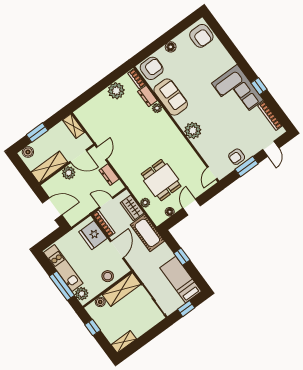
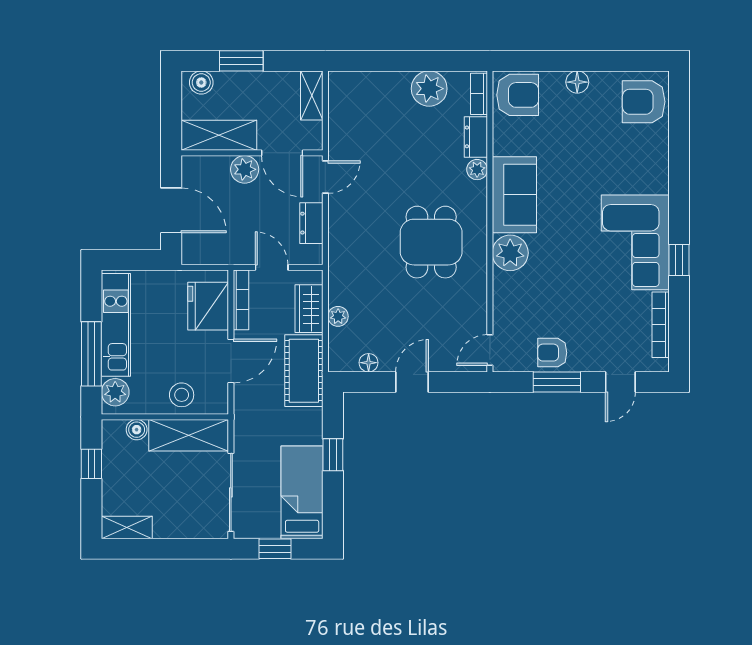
armchair: (201, 36) -> (644, 102), turned 90
sofa: (171, 97) -> (514, 195), moved
dining table: (161, 180) -> (431, 242), moved

